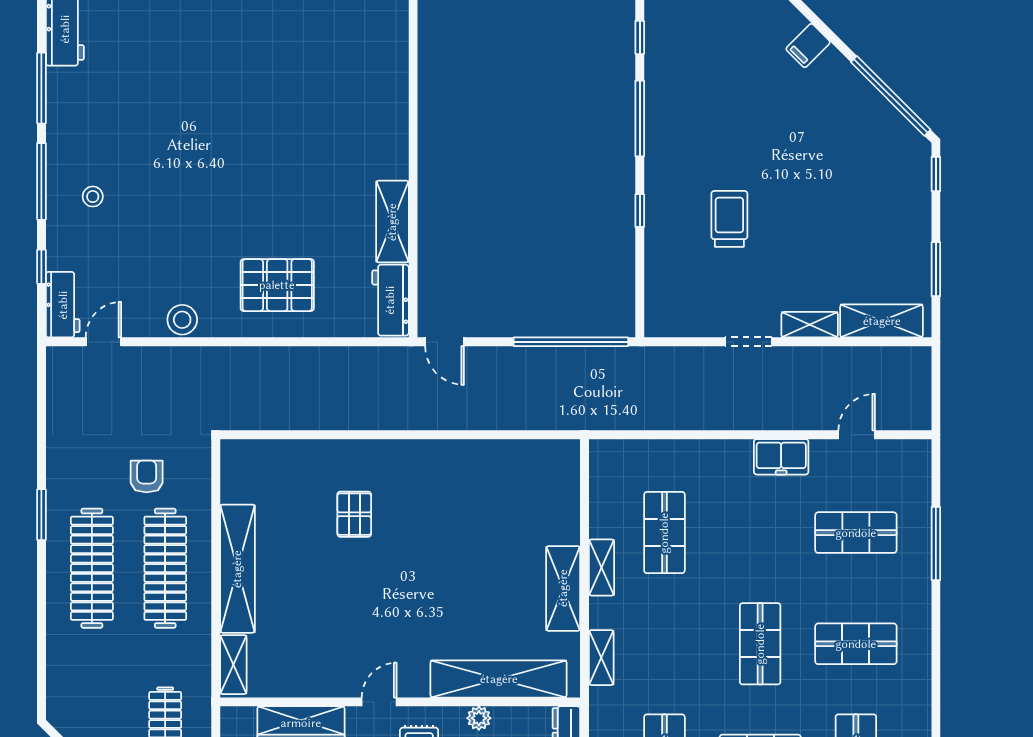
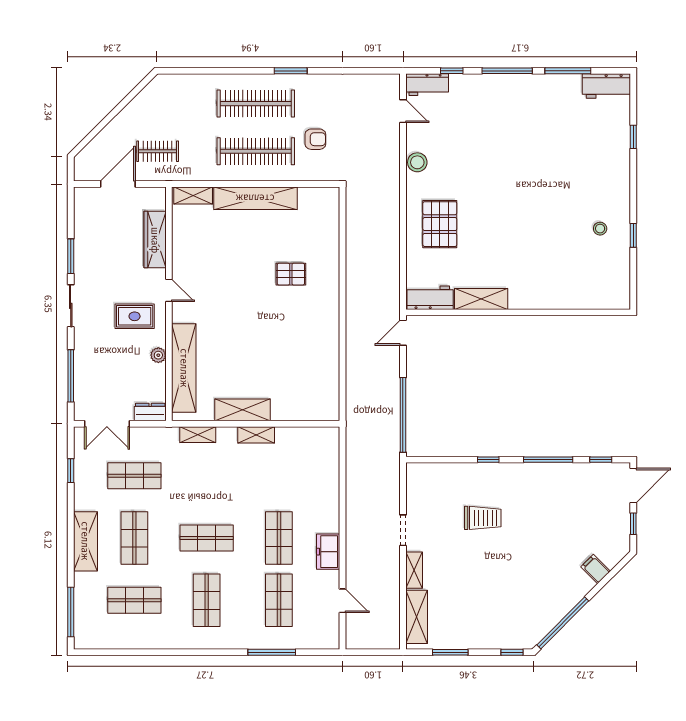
stool: (93, 197) -> (600, 229), moved
shop shelf: (664, 533) -> (279, 538), moved, turned 90

